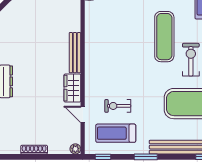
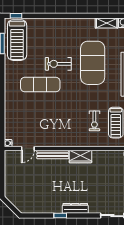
door: (83, 114) -> (28, 148), moved

